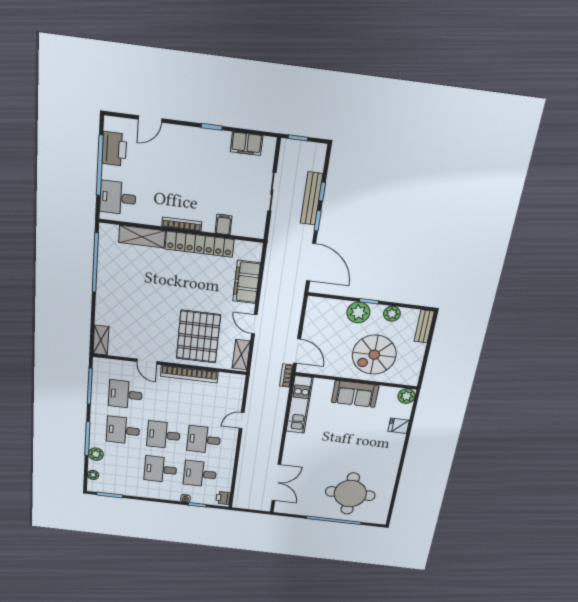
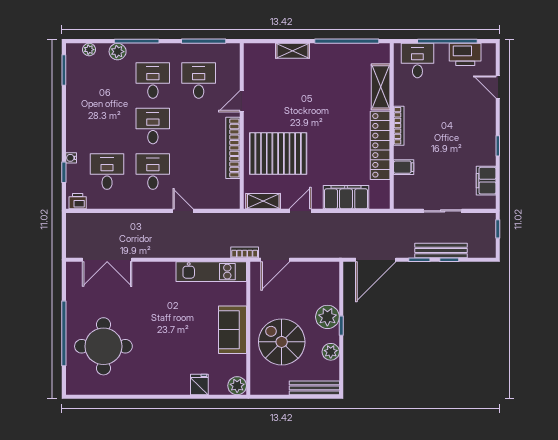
bench: (424, 326) -> (314, 388), width x1.36
shelving: (101, 340) -> (292, 51), moved
desk: (160, 469) -> (107, 126), removed

